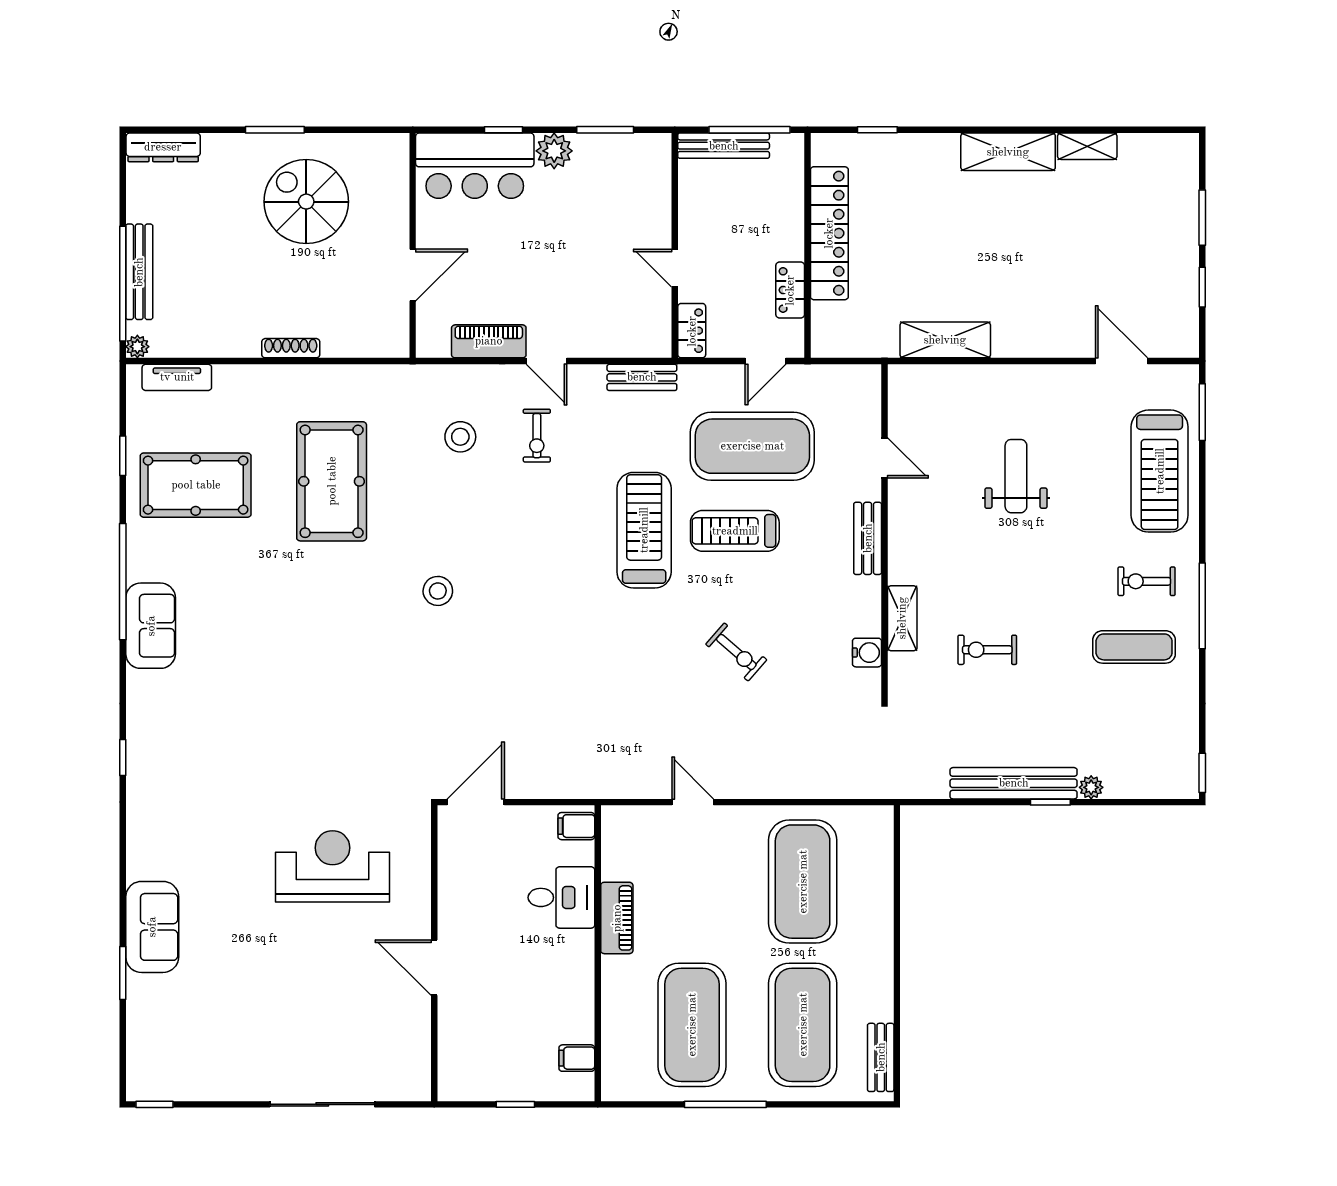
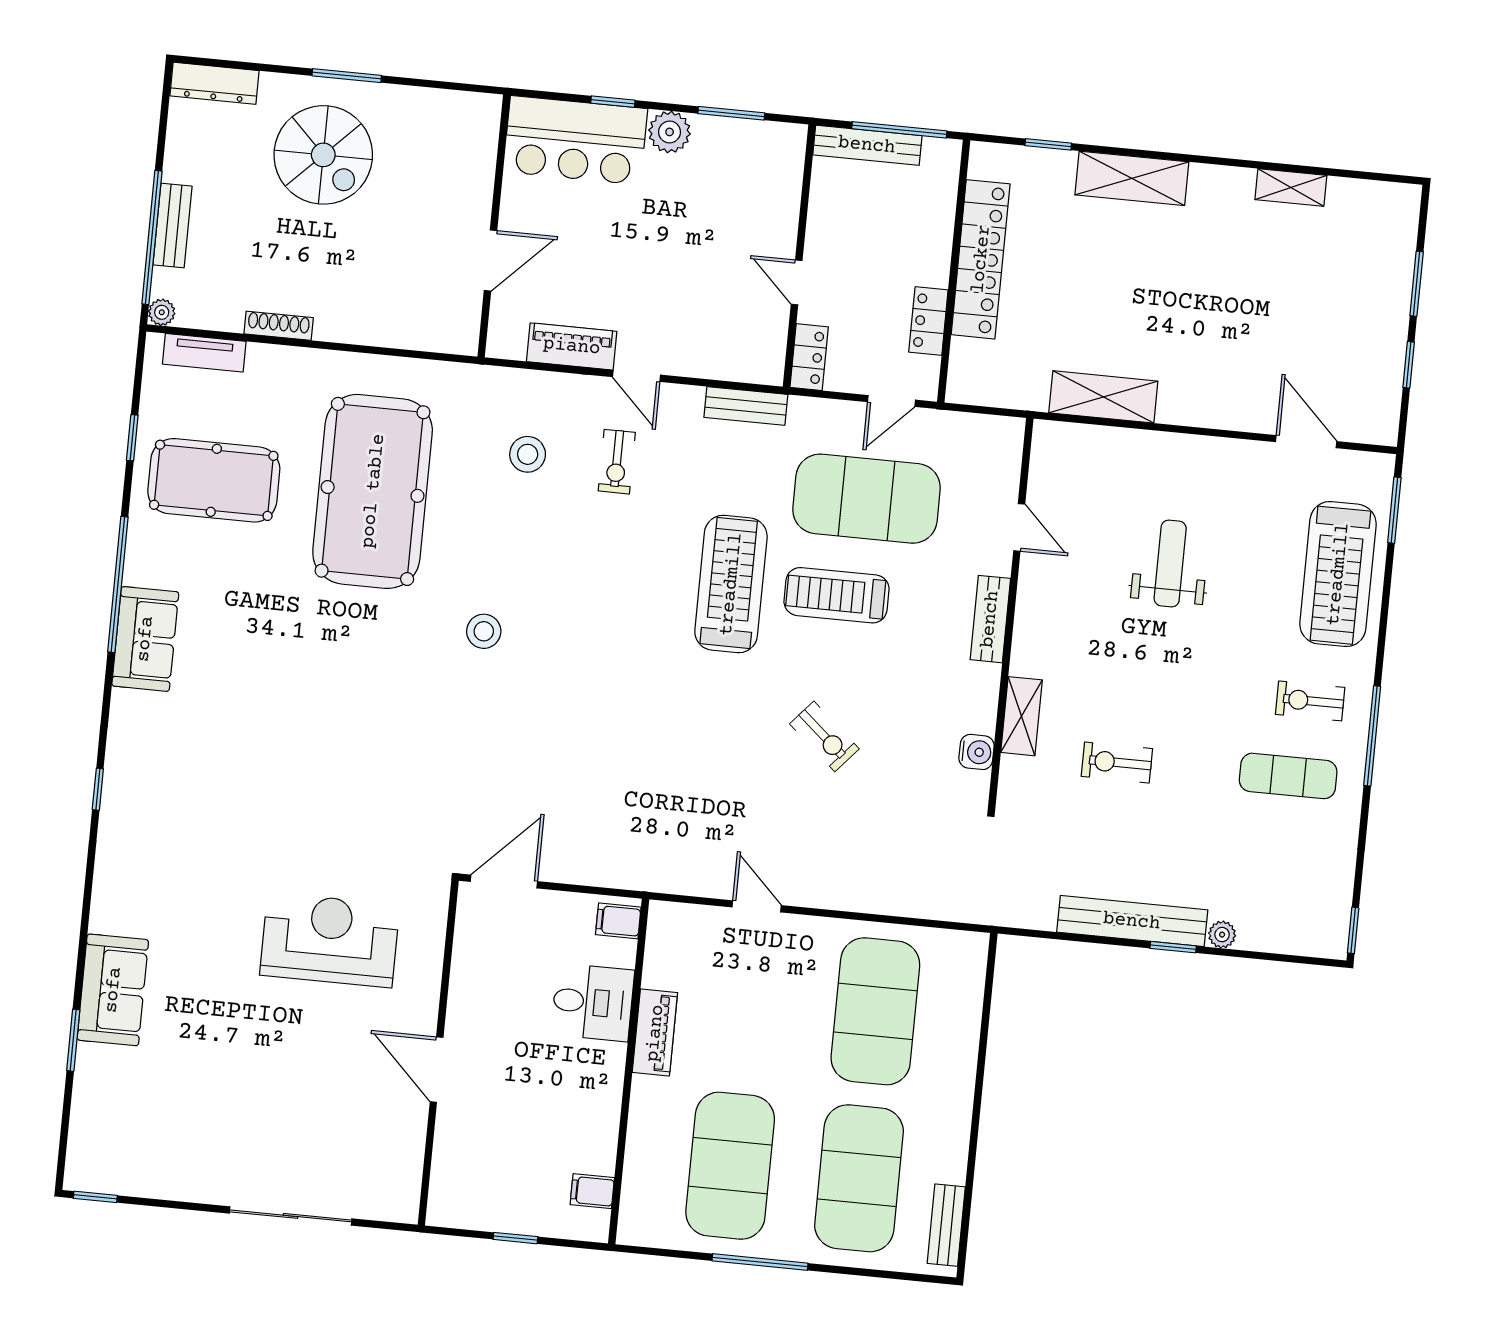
shelving: (1008, 152) -> (1132, 178), moved
spiral stairs: (306, 202) -> (323, 155), moved, turned 180
bench: (139, 272) -> (172, 226), width x0.73
shoe rack: (291, 348) -> (279, 326), moved
pool table: (332, 481) -> (373, 491), width x1.36, depth x1.32

